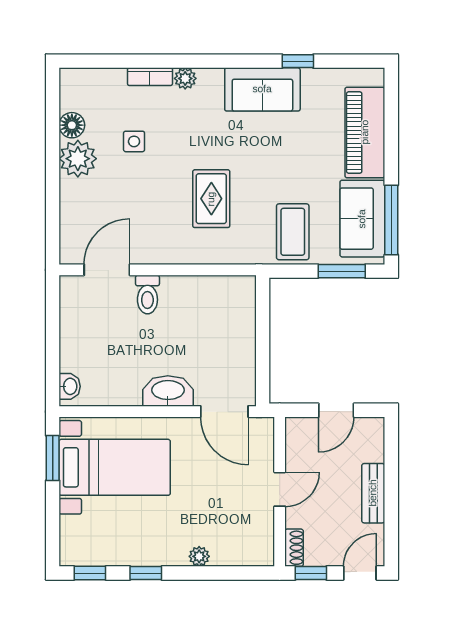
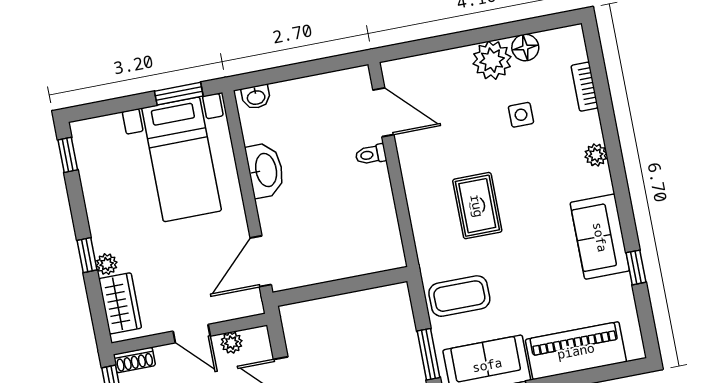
bookcase: (150, 77) -> (585, 87), moved
rug: (211, 199) -> (477, 206), turned 90
toilet: (147, 295) -> (371, 155), width x0.73, depth x0.72
washbasin: (168, 391) -> (265, 170), moved
plant: (295, 454) -> (232, 343), added
wardrobe: (238, 551) -> (120, 303), added
window: (146, 573) -> (87, 255), moved

